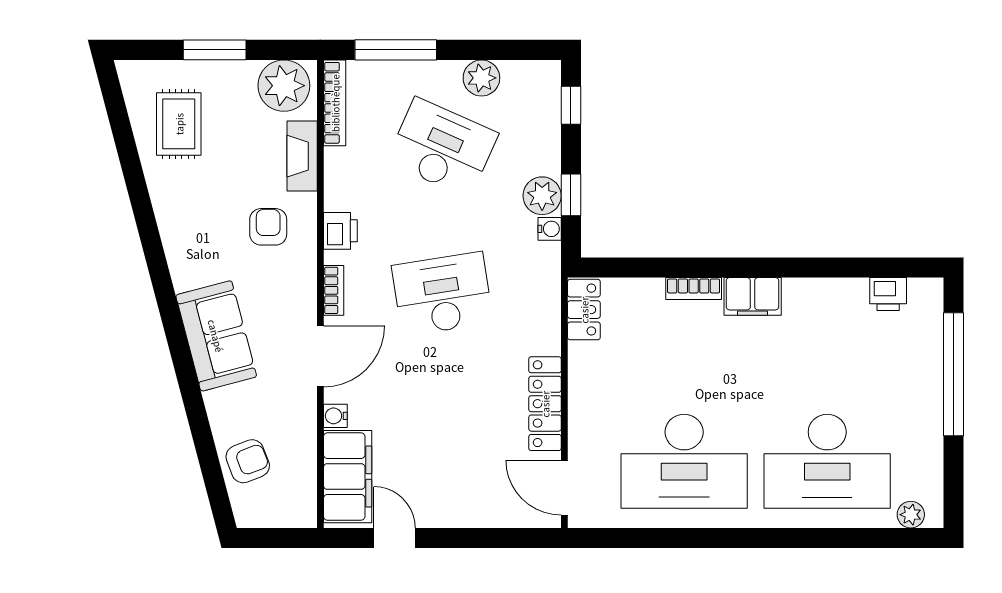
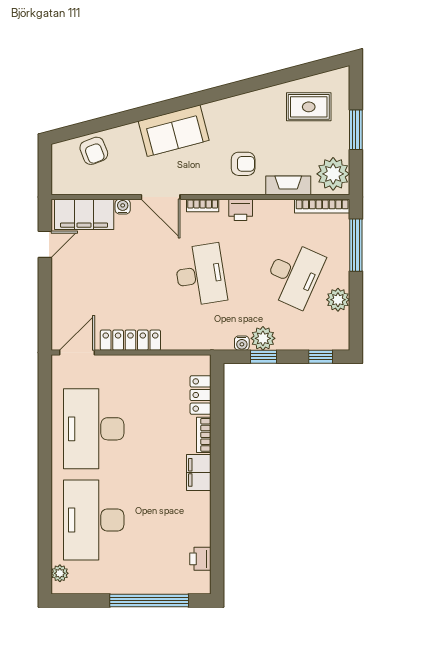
locker: (584, 310) -> (201, 395), moved, turned 90

